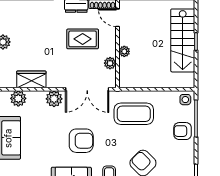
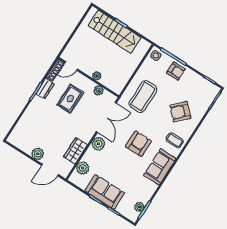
armchair: (183, 131) -> (176, 71), turned -90

